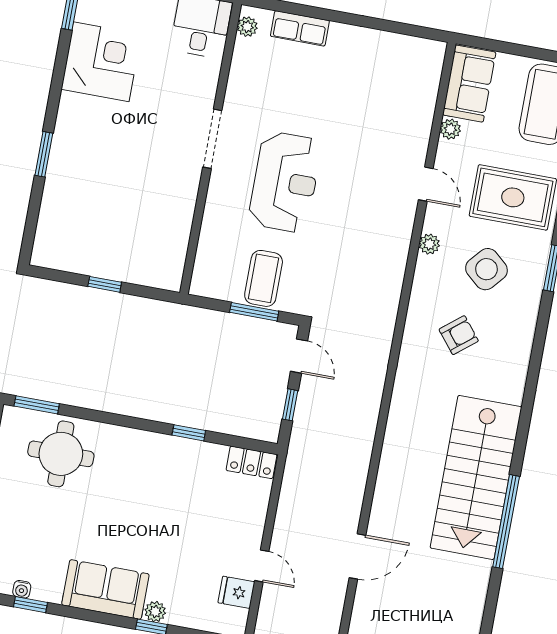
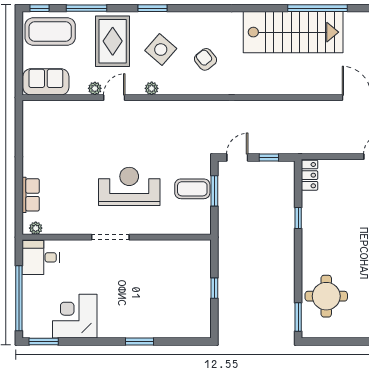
plant: (450, 129) -> (95, 88), moved

